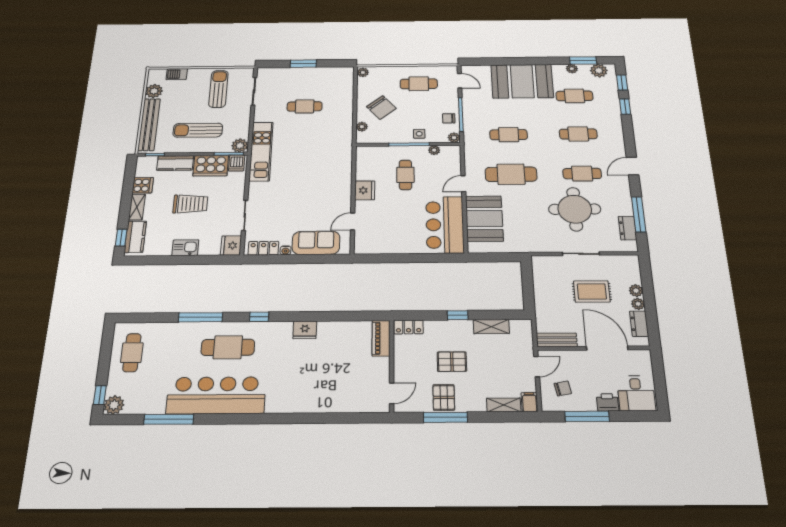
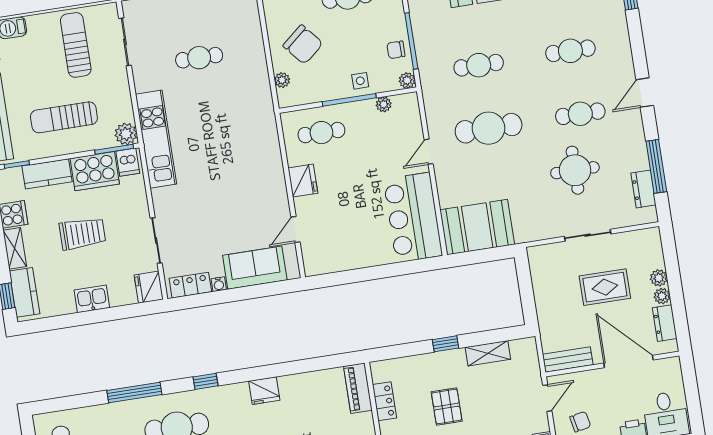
cafe table: (405, 175) -> (321, 133), moved, turned 90
round table: (575, 209) -> (575, 170), width x0.73, depth x0.73
booth: (484, 219) -> (477, 227), moved, turned 90
locker: (409, 327) -> (384, 401), moved, turned -90
pallet: (452, 362) -> (447, 406), turned 90

